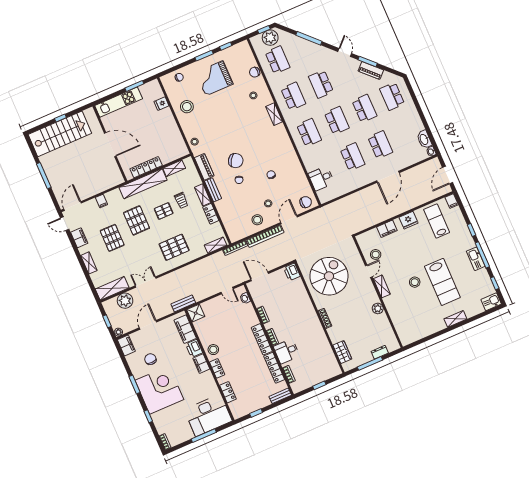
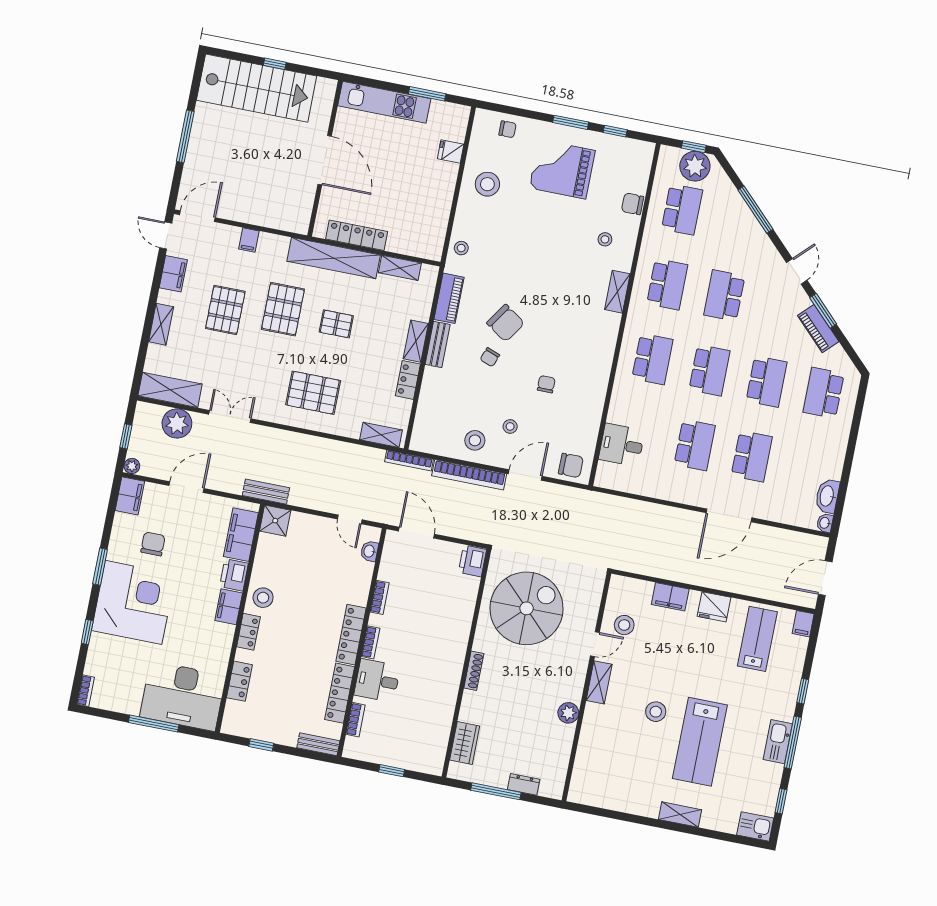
trolley: (181, 200) -> (376, 327), removed

